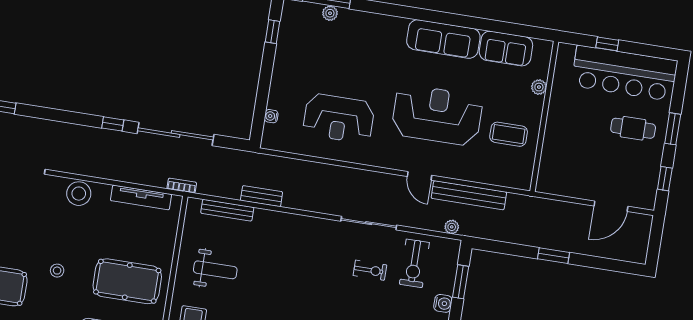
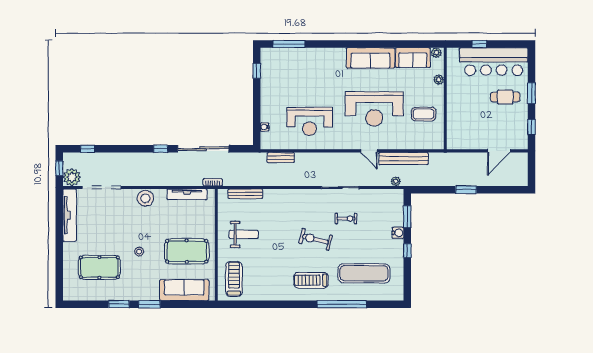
plant: (330, 13) -> (436, 53), moved
reception desk: (437, 115) -> (374, 109), turned 180
bench: (262, 196) -> (281, 158), moved
exercise bike: (414, 263) -> (316, 239), moved, turned 104

